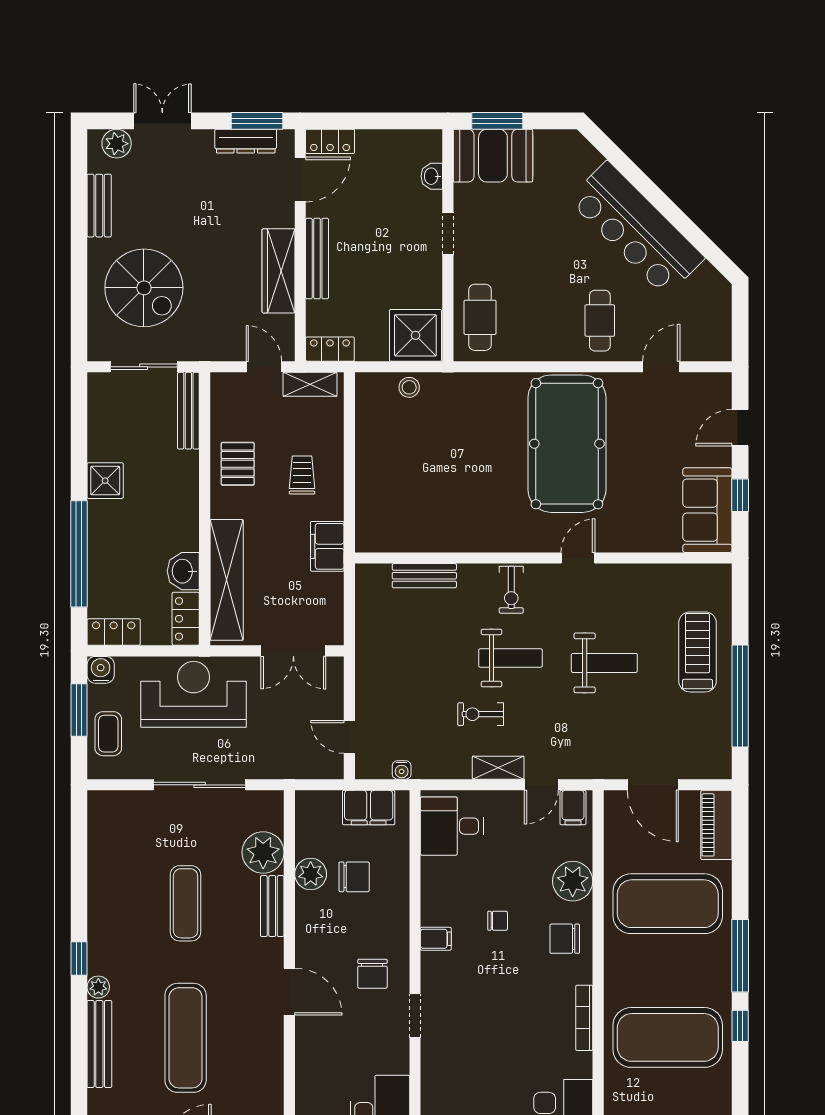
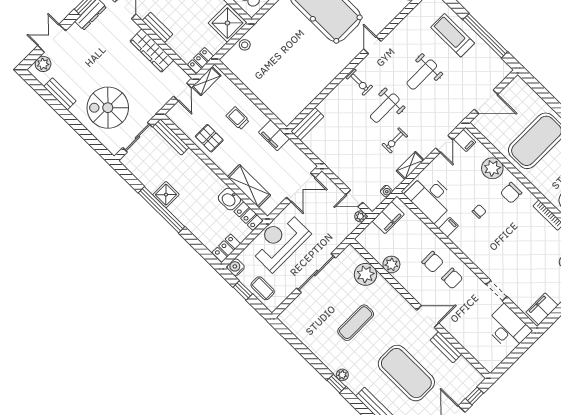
bench: (317, 259) -> (158, 27), width x0.73
spiral stairs: (144, 288) -> (108, 108), turned 180
door: (264, 367) -> (182, 92), swing flipped
window: (79, 554) -> (162, 210), moved
bench: (424, 576) -> (307, 124), moved
shelving: (227, 580) -> (249, 186), width x0.68
weight bench: (511, 658) -> (385, 108), turned 180
weight bench: (604, 663) -> (422, 75), turned 180
window: (79, 710) -> (243, 290), width x0.67
shelving: (498, 768) -> (410, 165), moved
plant: (334, 769) -> (360, 216), added
piano: (716, 825) -> (525, 93), removed
desk: (452, 826) -> (430, 197), width x1.37
chair: (354, 877) -> (433, 262), moved, turned 90
exercise mat: (186, 903) -> (356, 323), turned 90
bench: (272, 906) -> (446, 347), moved
filing cabinet: (436, 939) -> (448, 227), moved
plant: (98, 987) -> (342, 375), moved
doorway: (415, 1016) -> (497, 291), moved
exercise mat: (186, 1038) -> (406, 373), width x1.47

